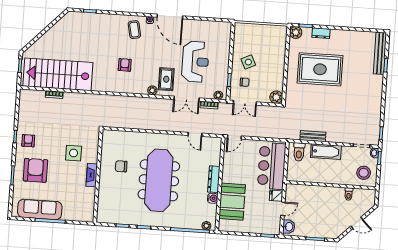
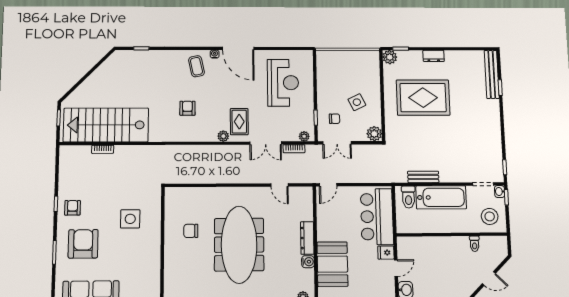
dresser: (321, 33) -> (434, 56), moved
reception desk: (195, 62) -> (283, 83), moved
side table: (248, 62) -> (357, 102), moved
bathtub: (326, 152) -> (441, 197), width x1.36, depth x1.36
fireplace: (92, 175) -> (155, 244), removed

